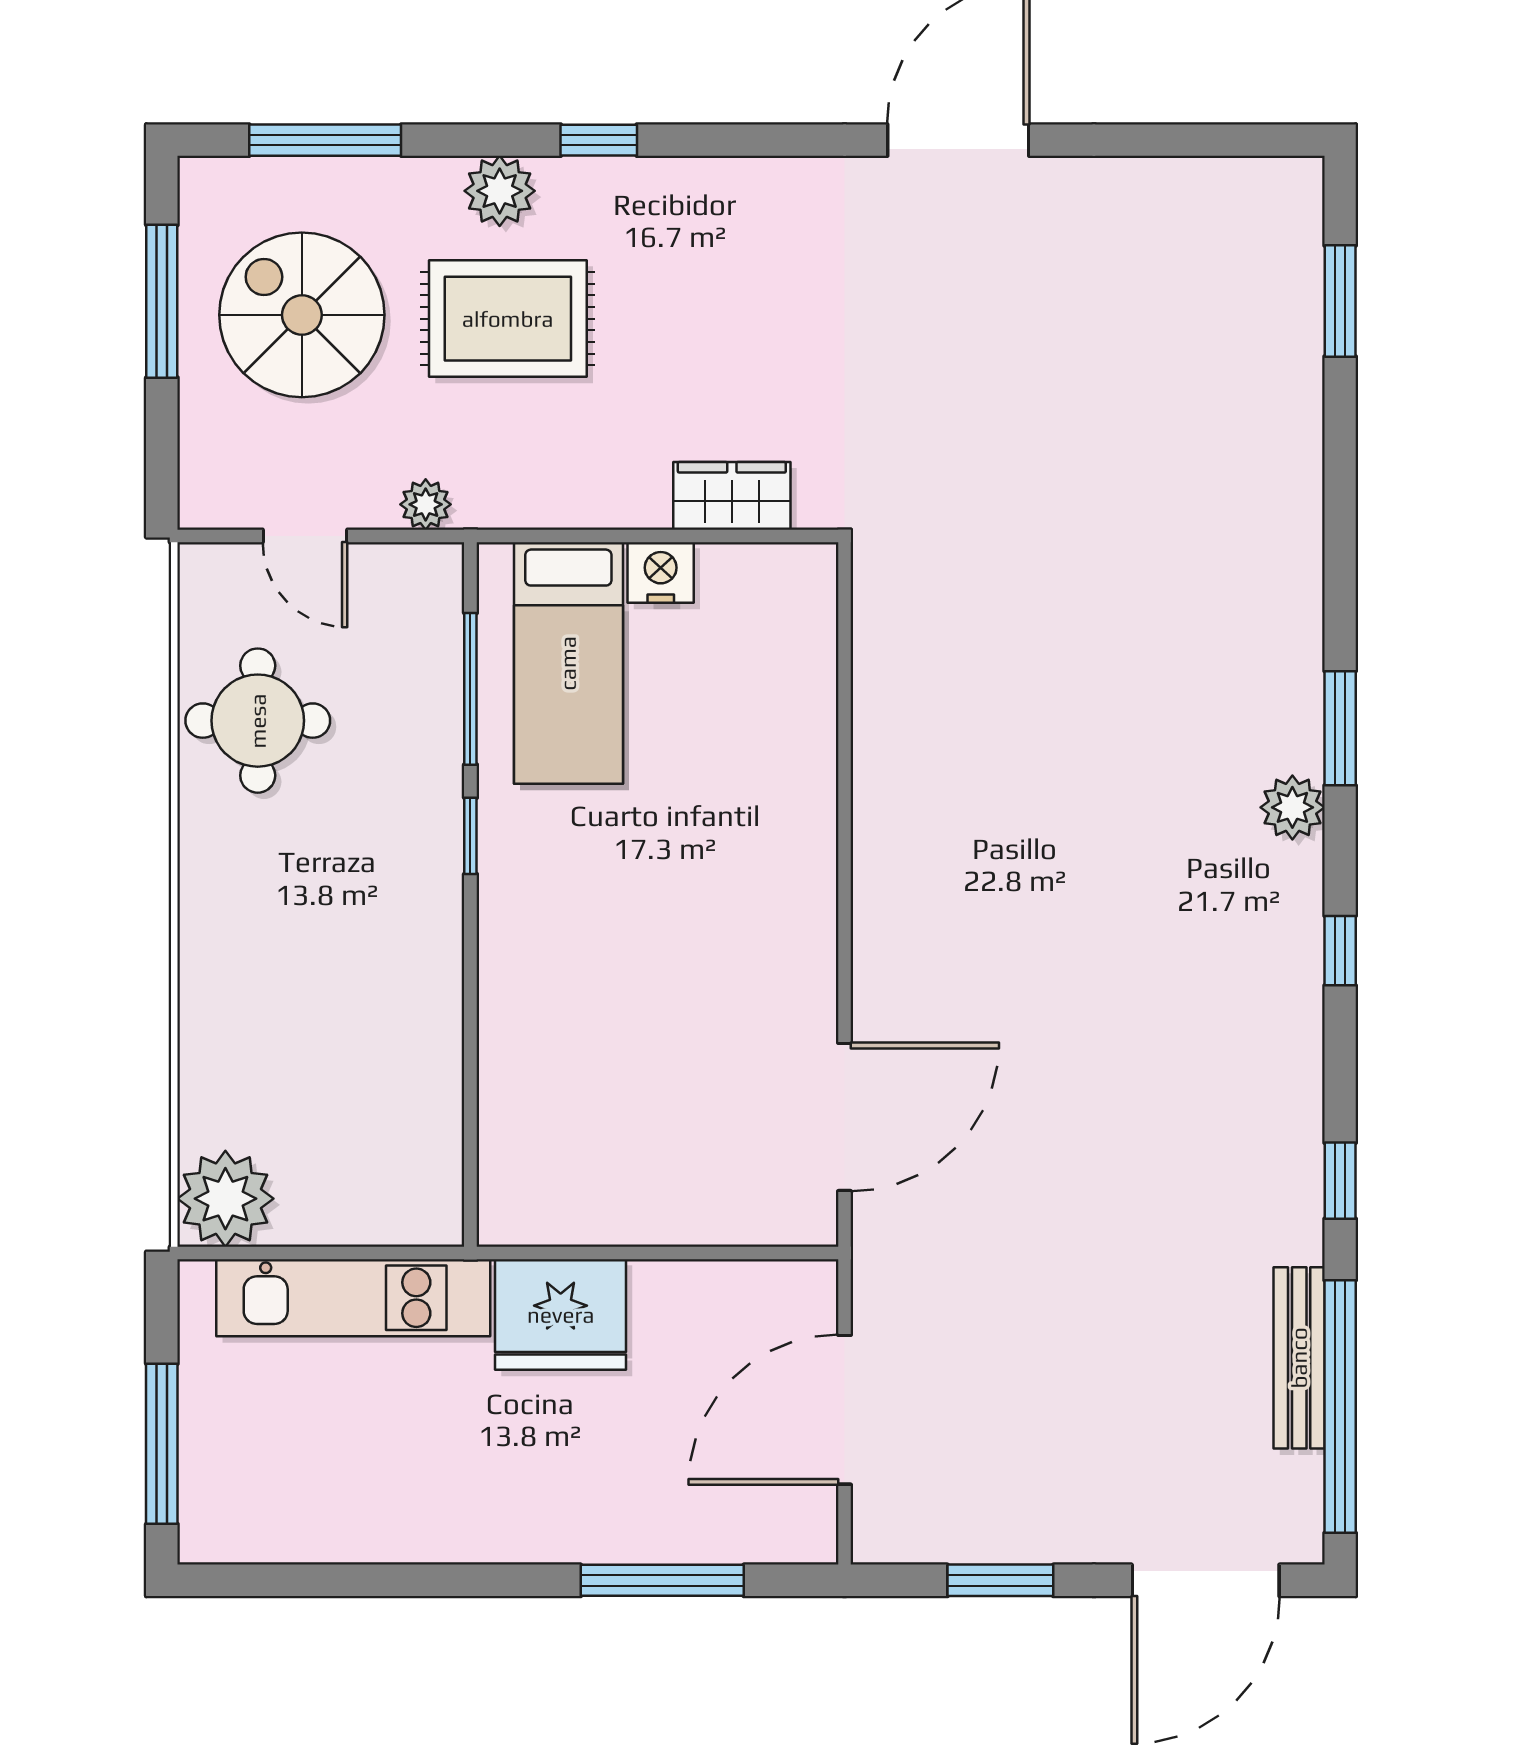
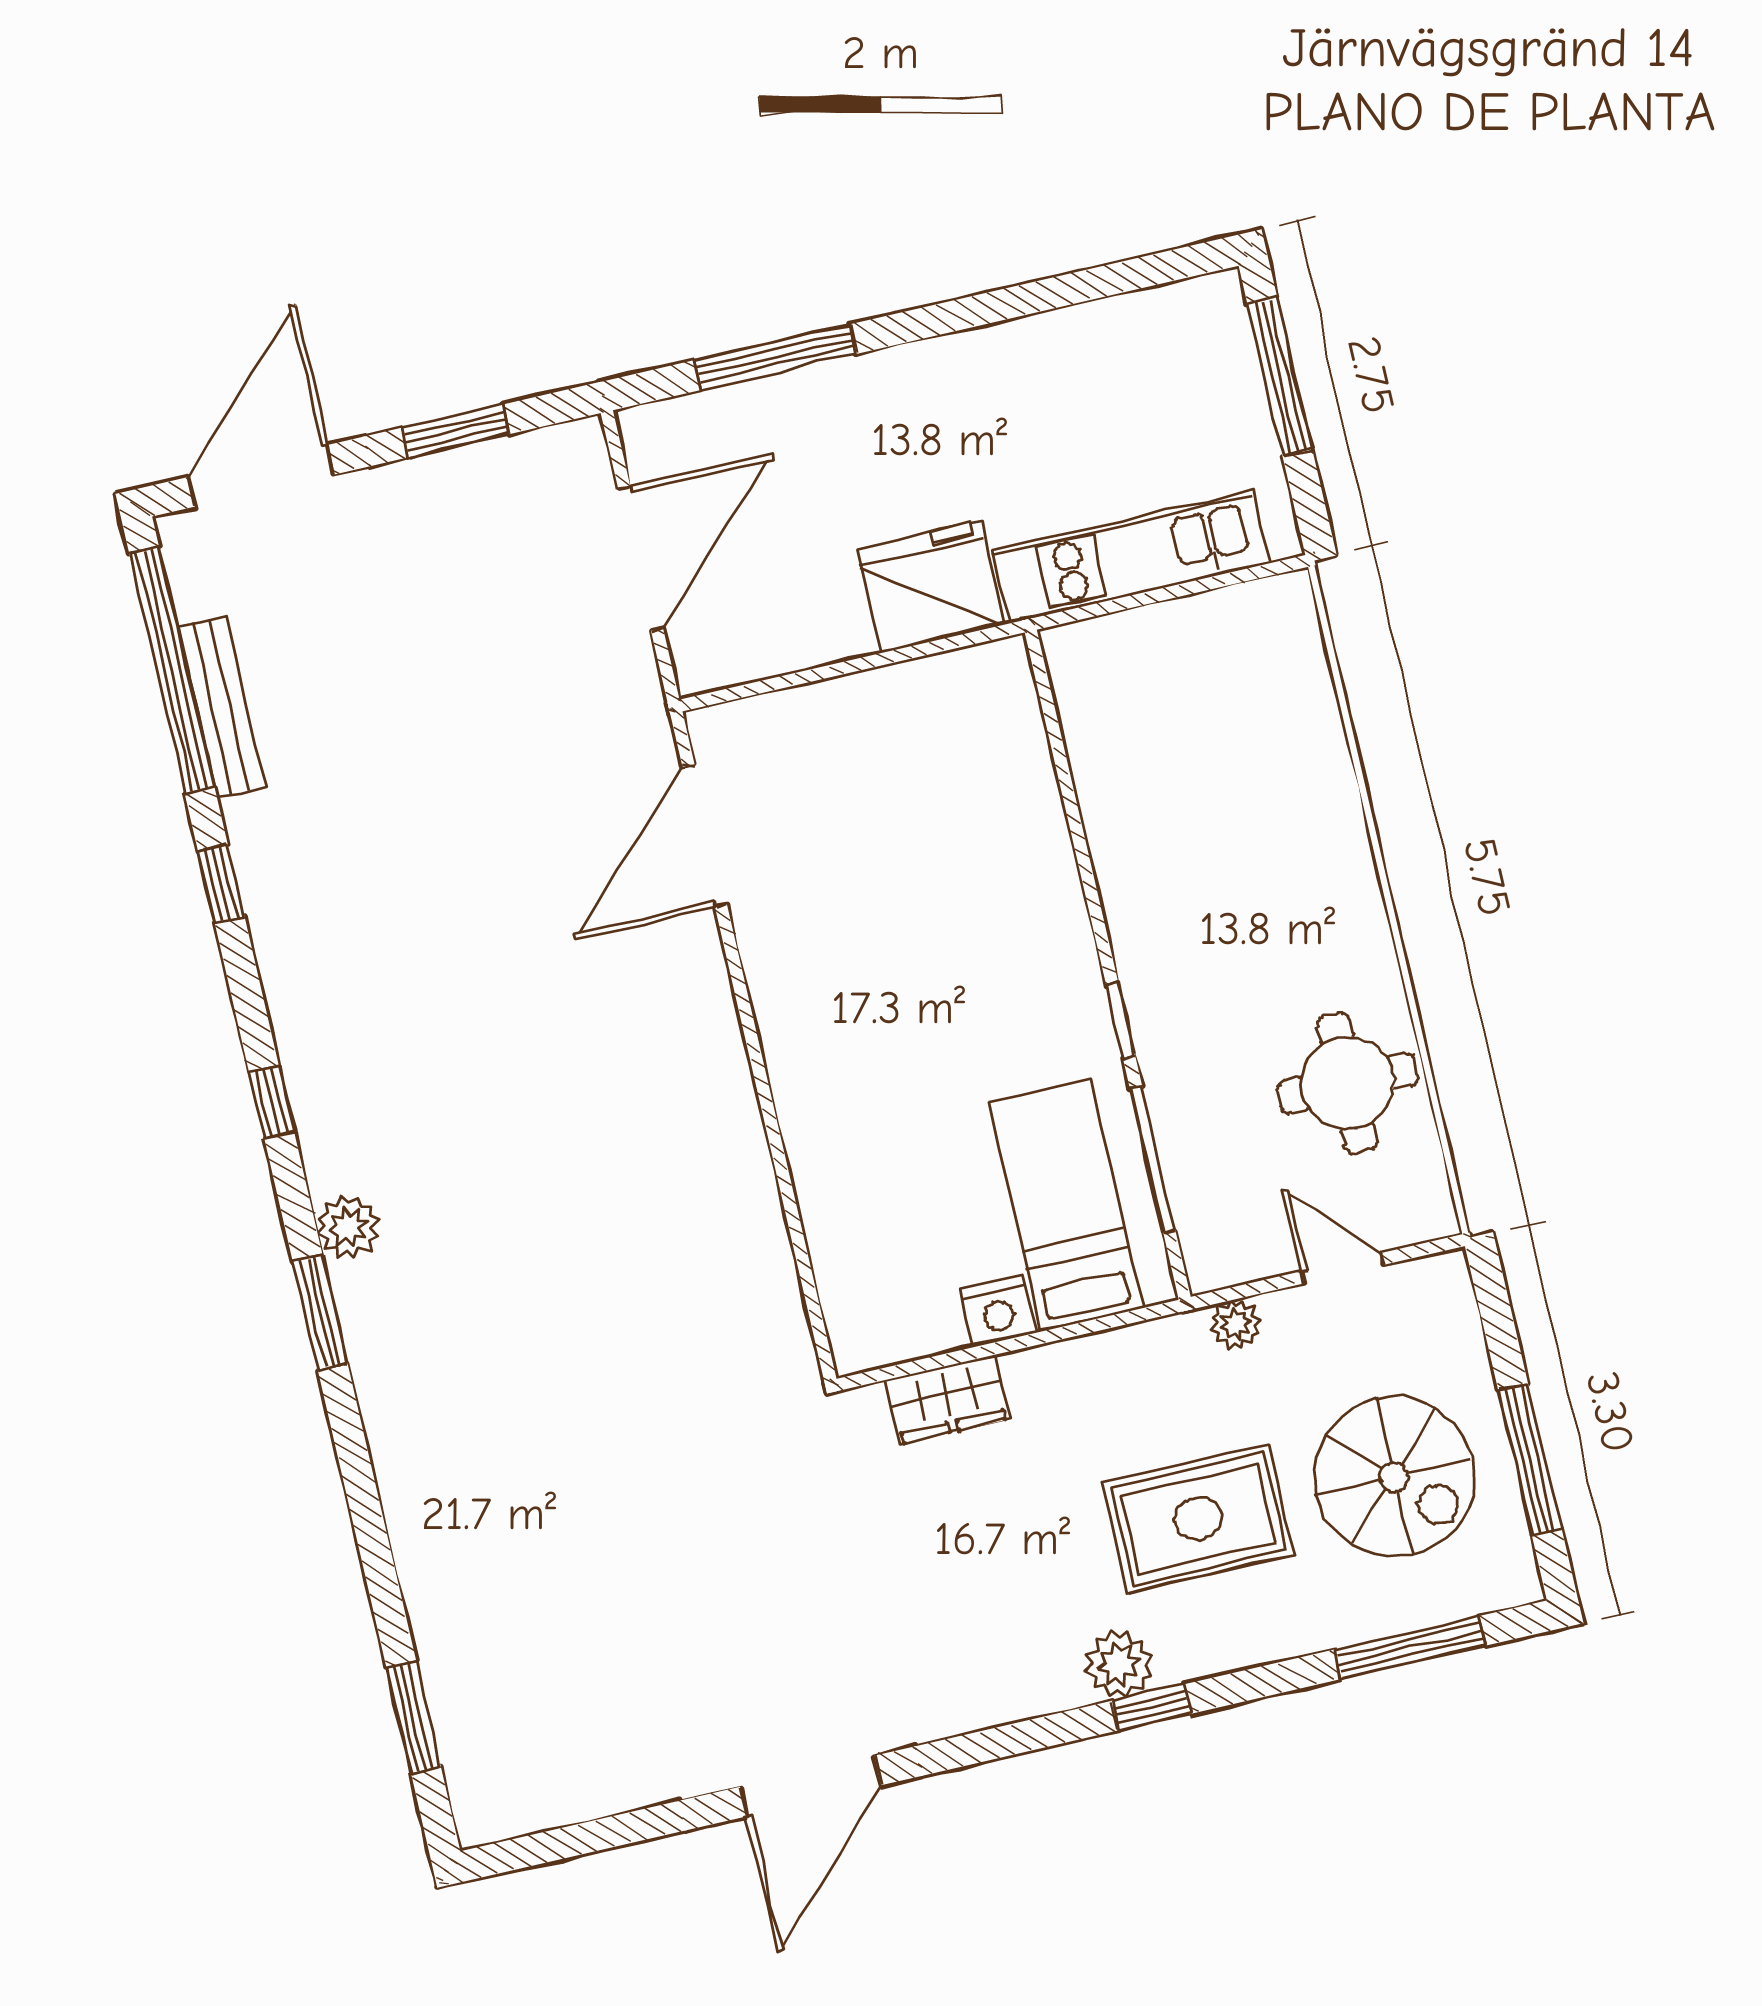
plant: (500, 191) -> (1119, 1664), moved
plant: (225, 1199) -> (1273, 623), removed

